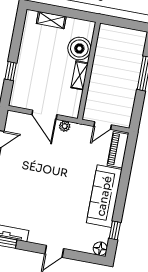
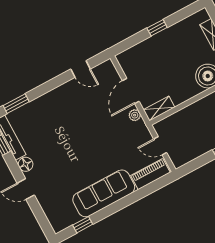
window: (11, 71) -> (157, 28), moved
shelving: (80, 75) -> (159, 108), moved
floor lamp: (100, 249) -> (26, 164), moved

